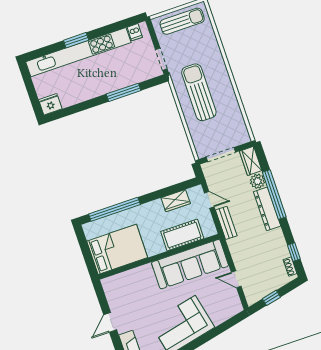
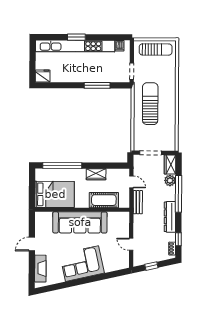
wardrobe: (176, 201) -> (96, 174), moved
dresser: (267, 209) -> (170, 217), moved
sofa: (190, 264) -> (80, 222), moved

